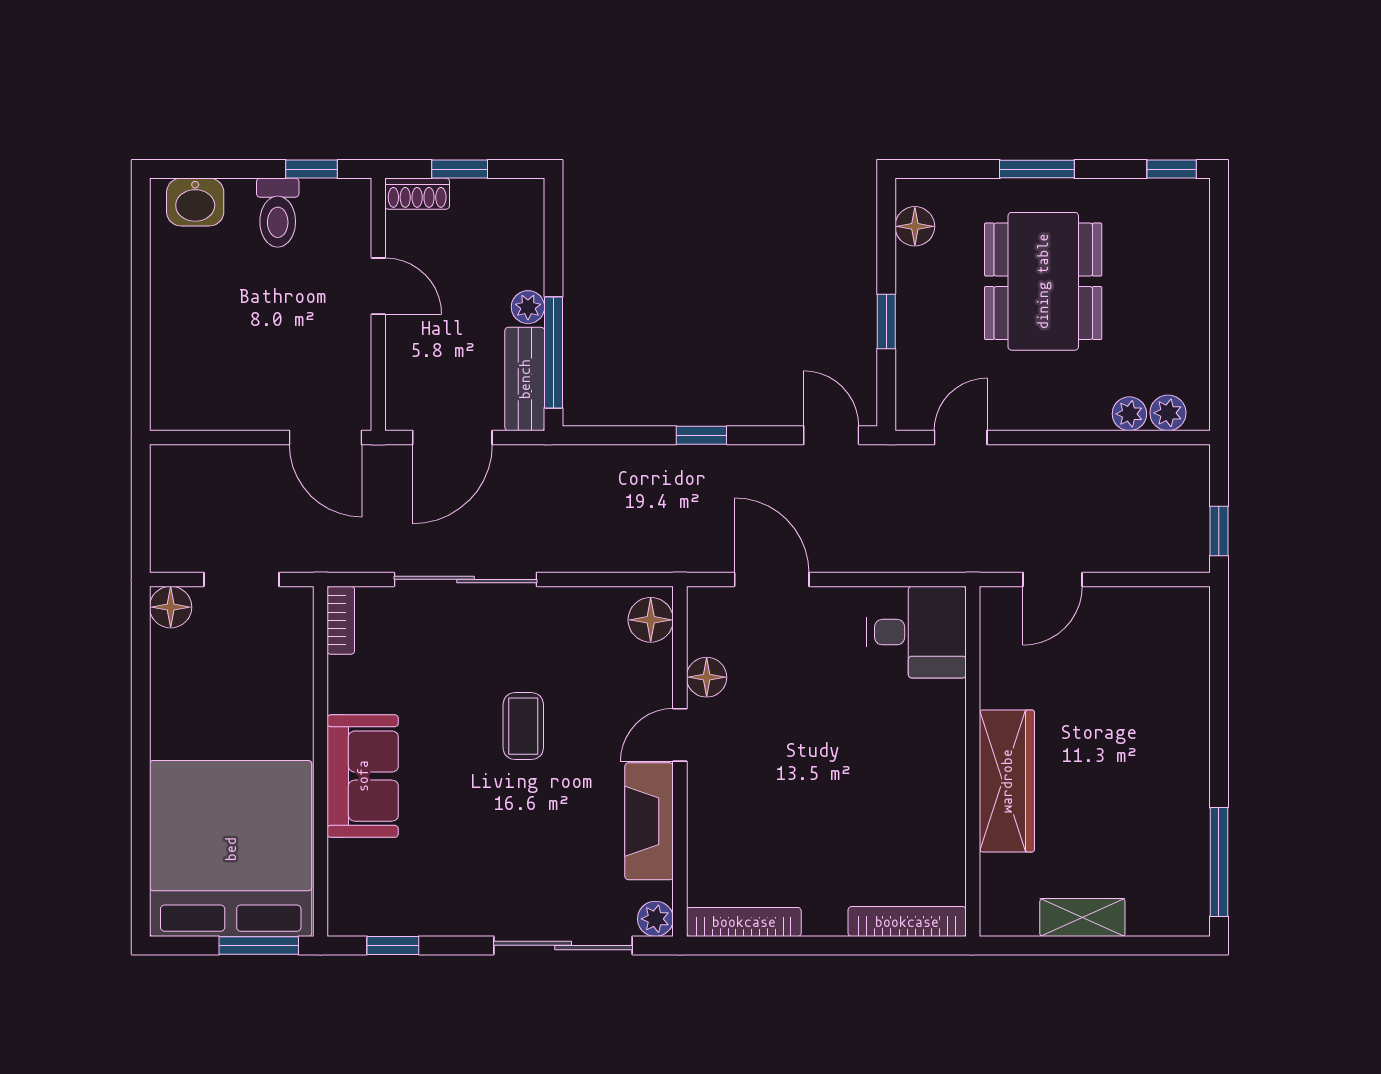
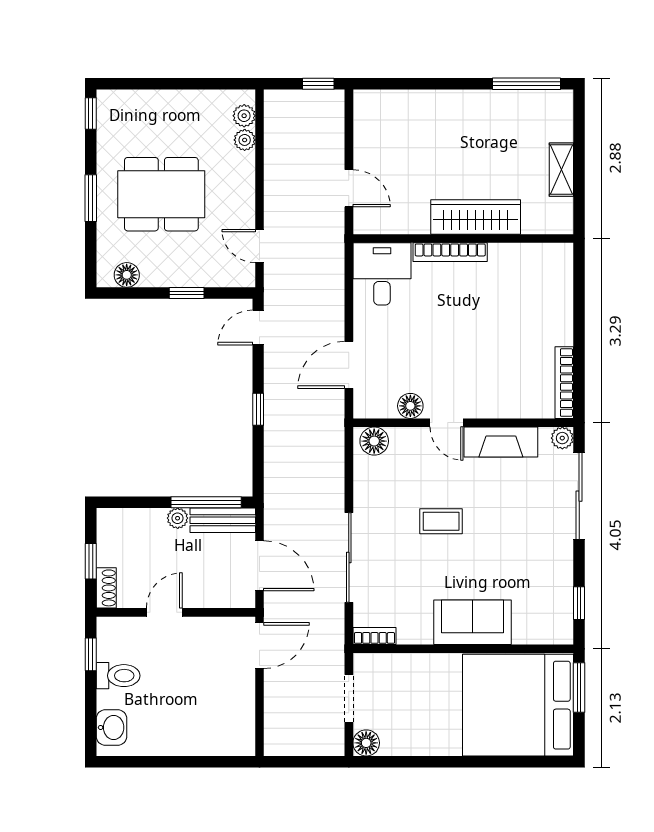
bookcase: (907, 922) -> (450, 252), moved, turned -90

